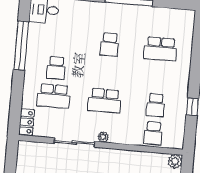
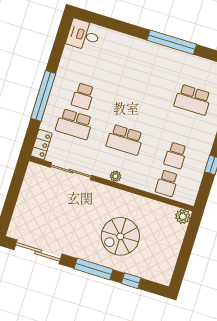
school desk: (110, 44) -> (142, 84), removed
window: (21, 45) -> (43, 96), moved
sliding door: (74, 142) -> (71, 171), moved

